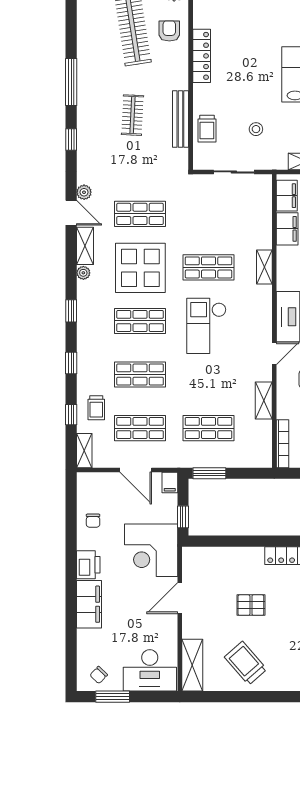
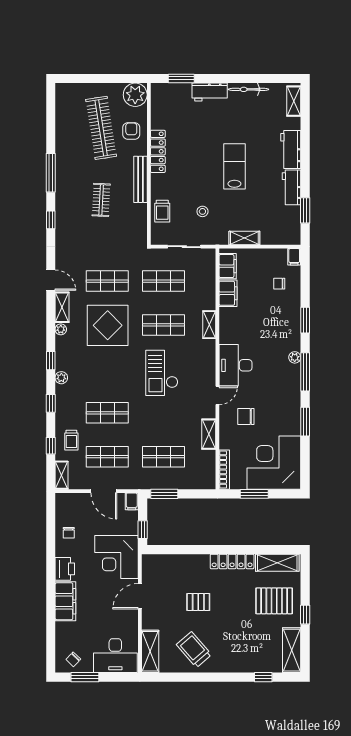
bench: (180, 119) -> (141, 179), moved
plant: (84, 192) -> (61, 378), moved
shop shelf: (140, 321) -> (163, 281), moved

